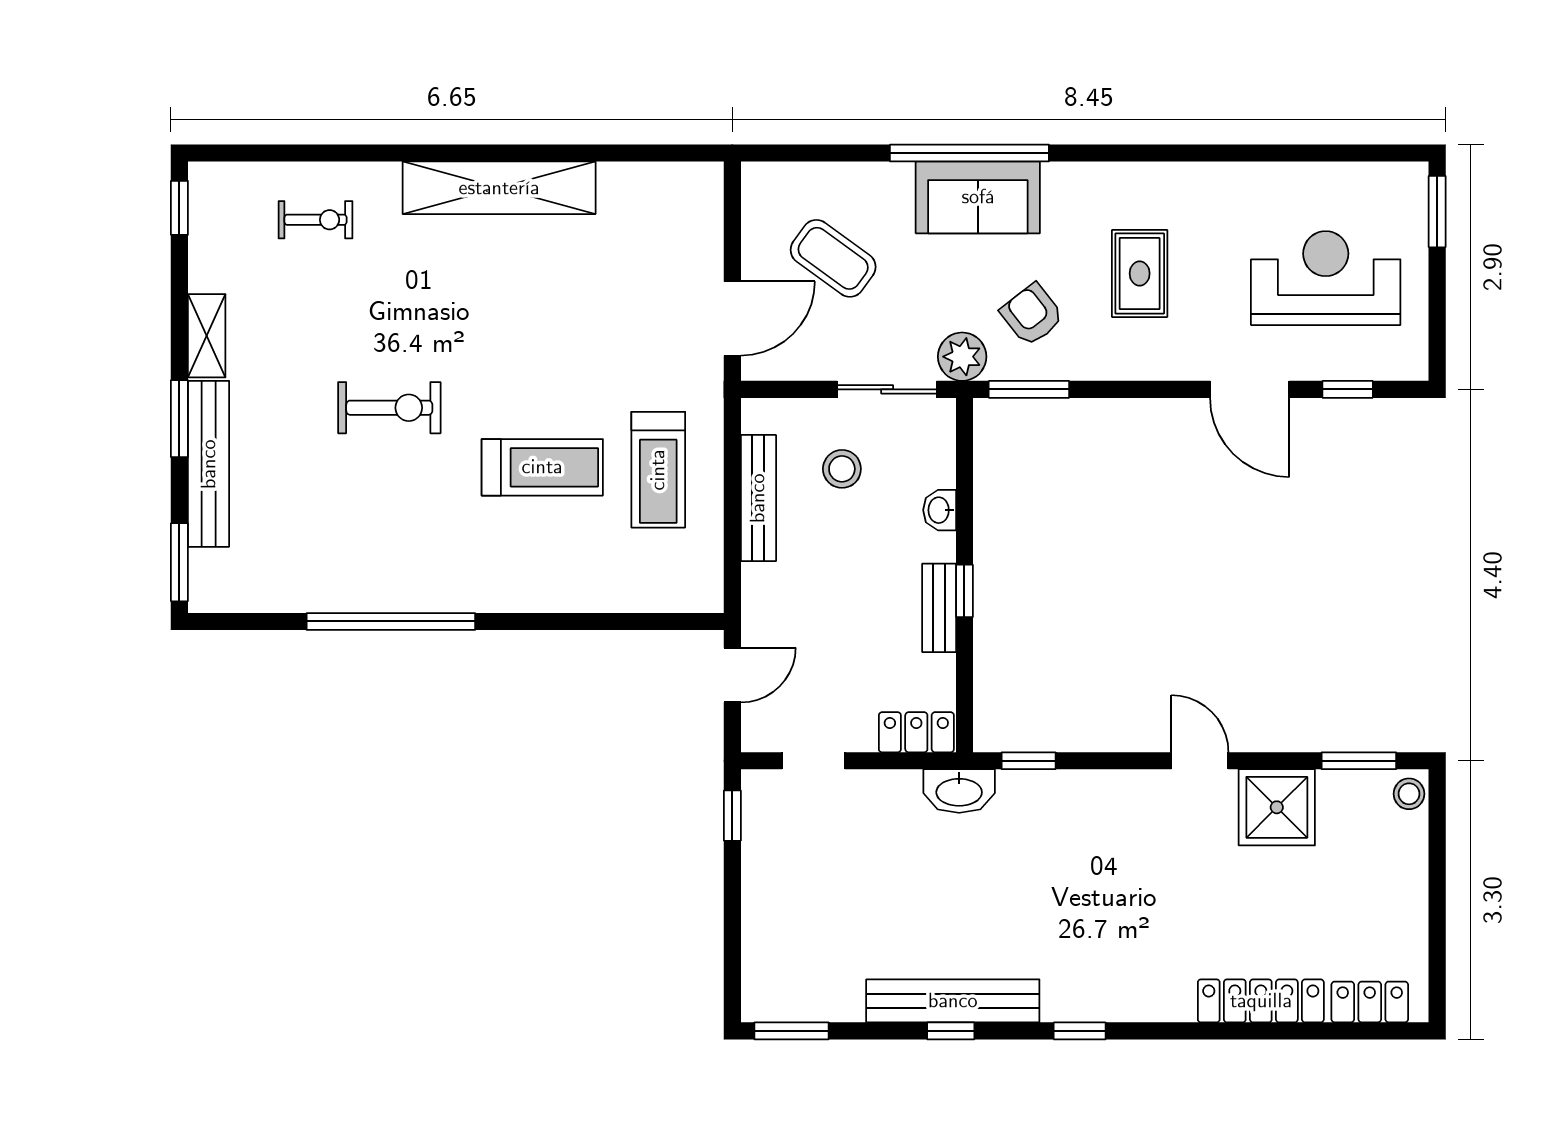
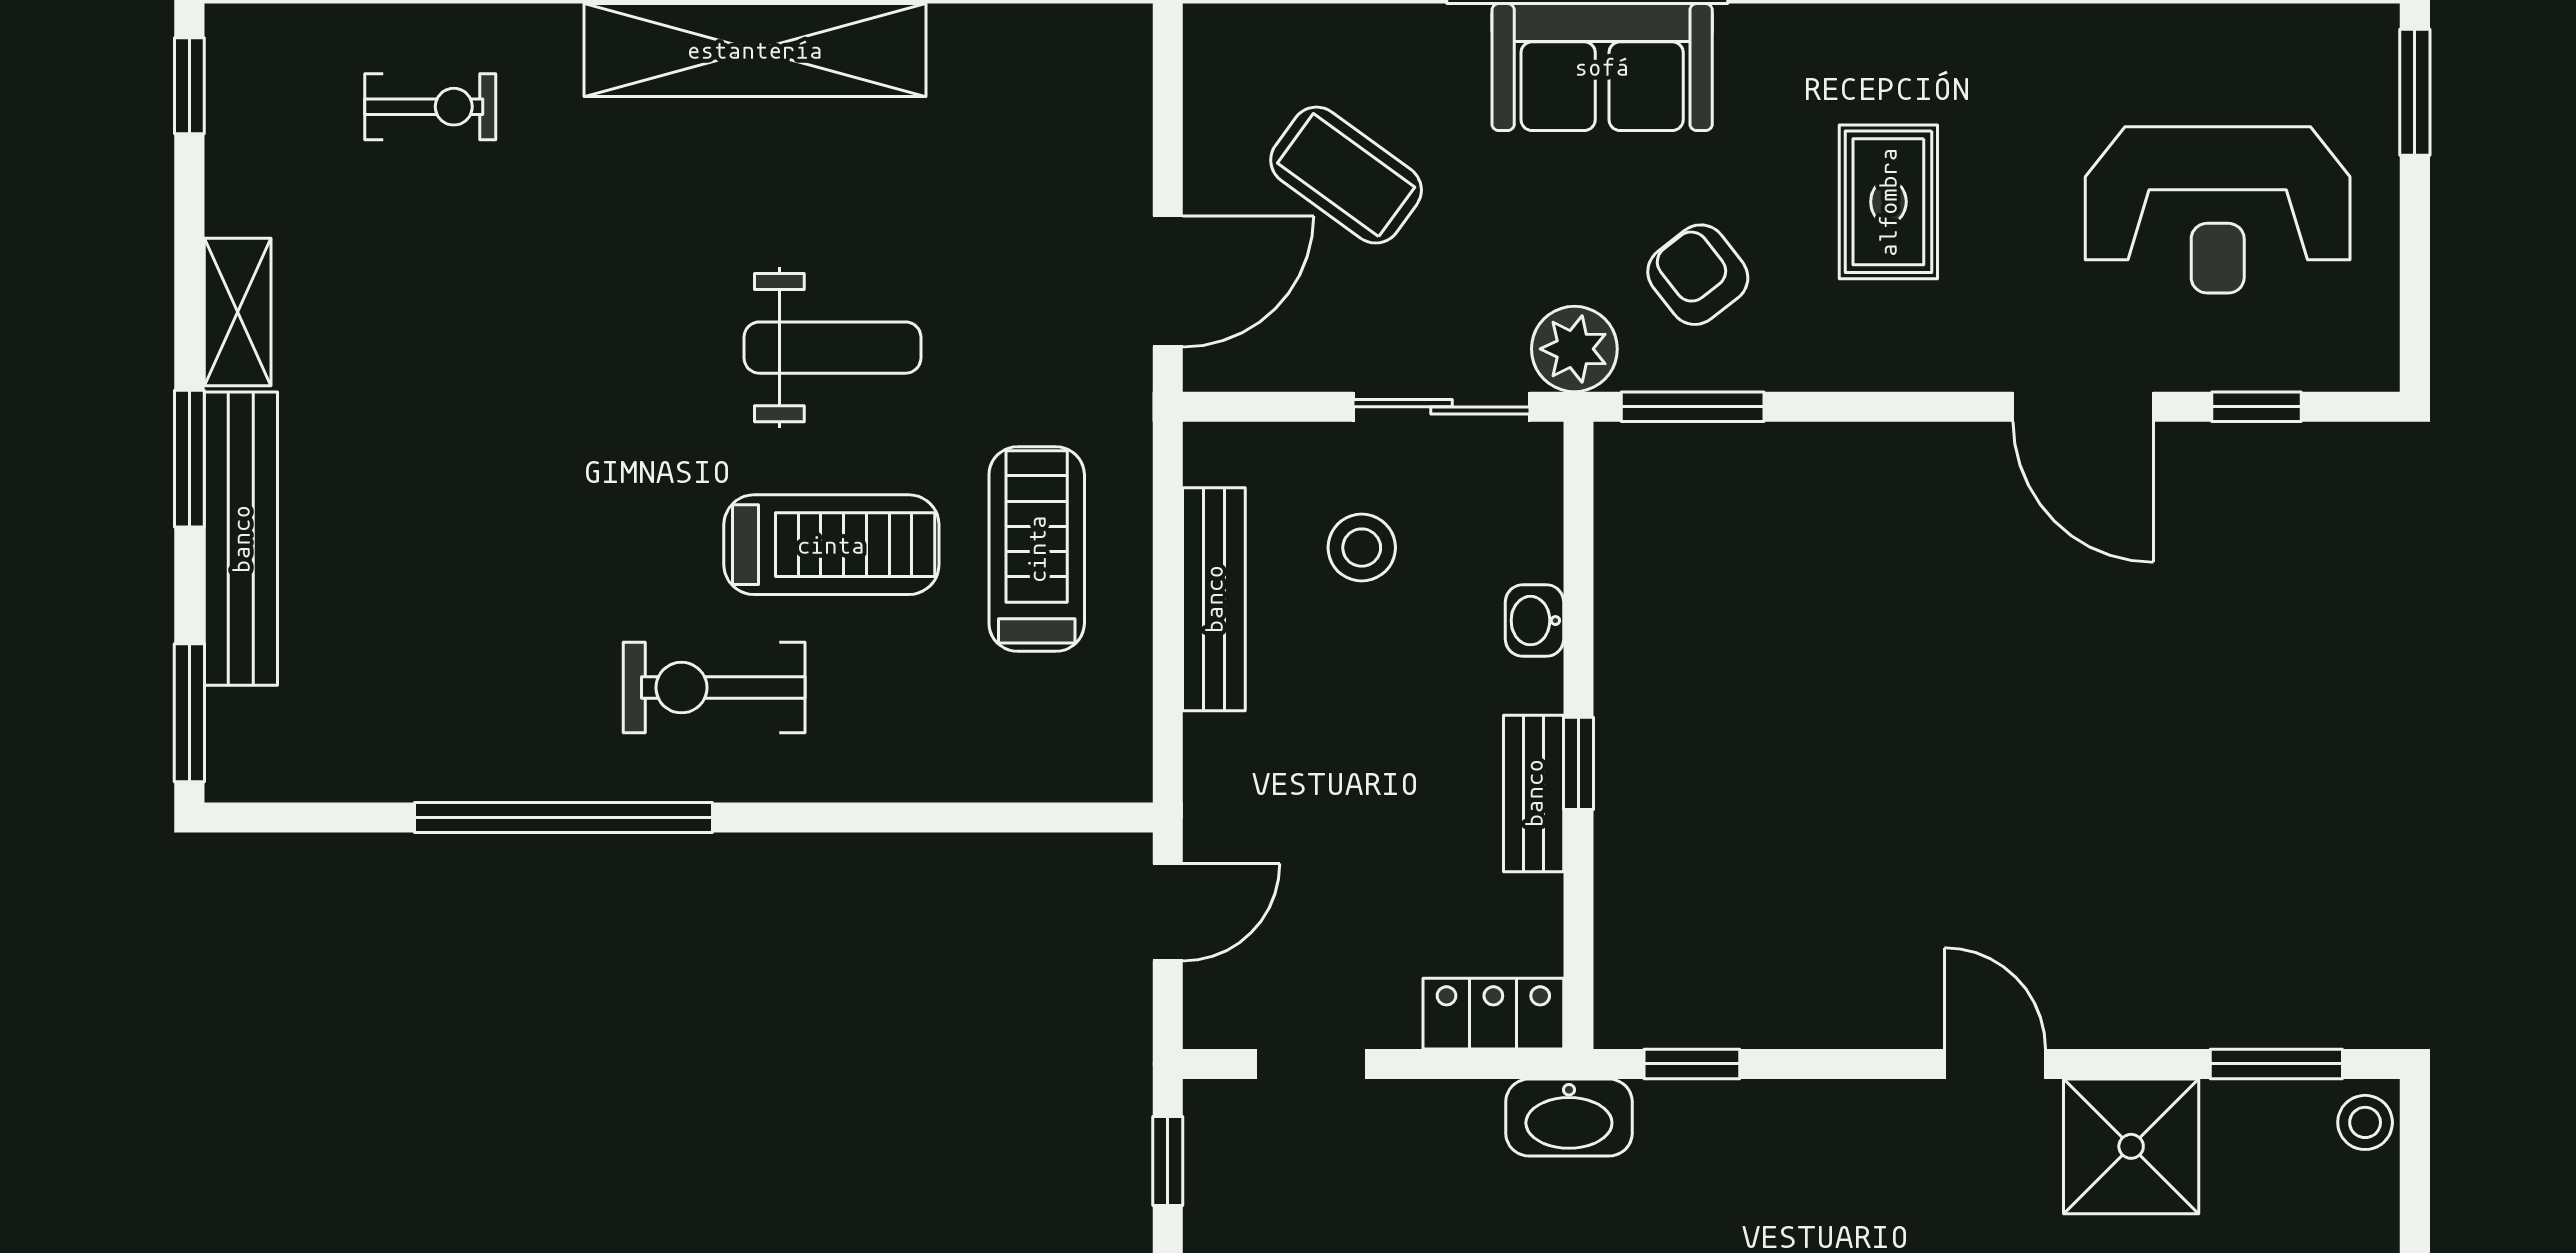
reception desk: (1326, 278) -> (2218, 210), turned 180
weight bench: (543, 356) -> (832, 348), added
exercise bike: (389, 408) -> (714, 688), moved, turned 180
treadmill: (658, 470) -> (1037, 549), turned 180

